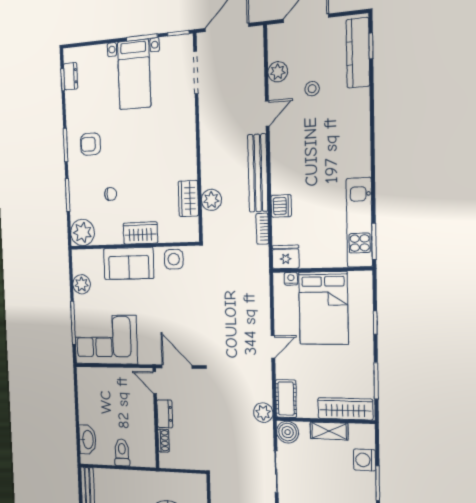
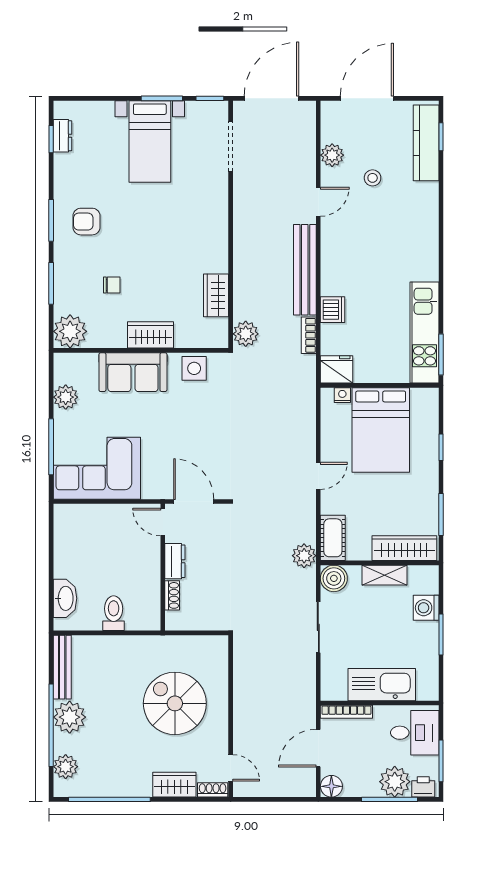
plant: (211, 200) -> (246, 334), moved

